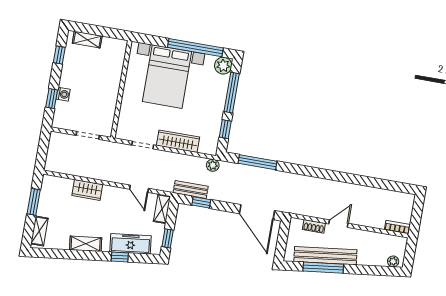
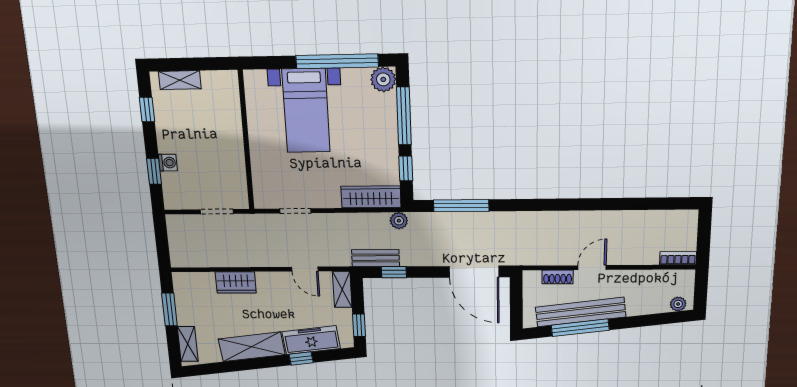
bed with nightstands: (167, 77) -> (306, 111), width x0.73
wardrobe: (178, 141) -> (371, 197), moved
shelving: (86, 244) -> (252, 347), width x1.50, depth x1.33

